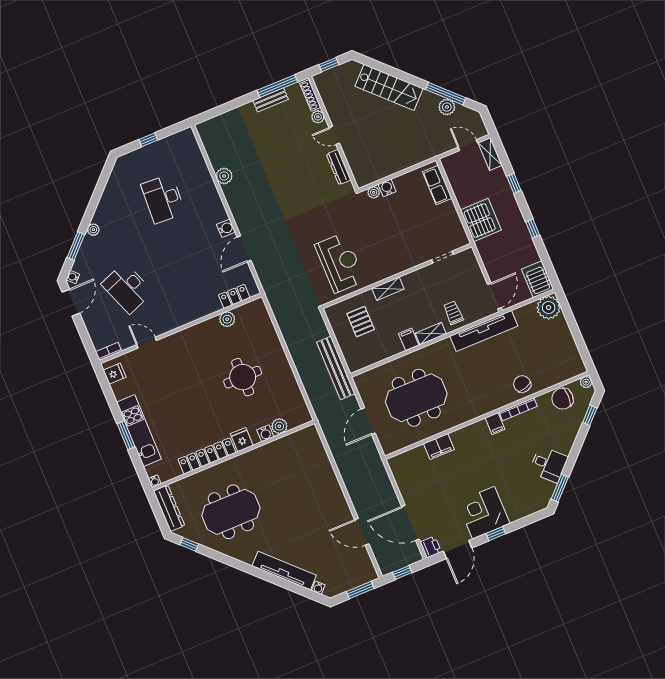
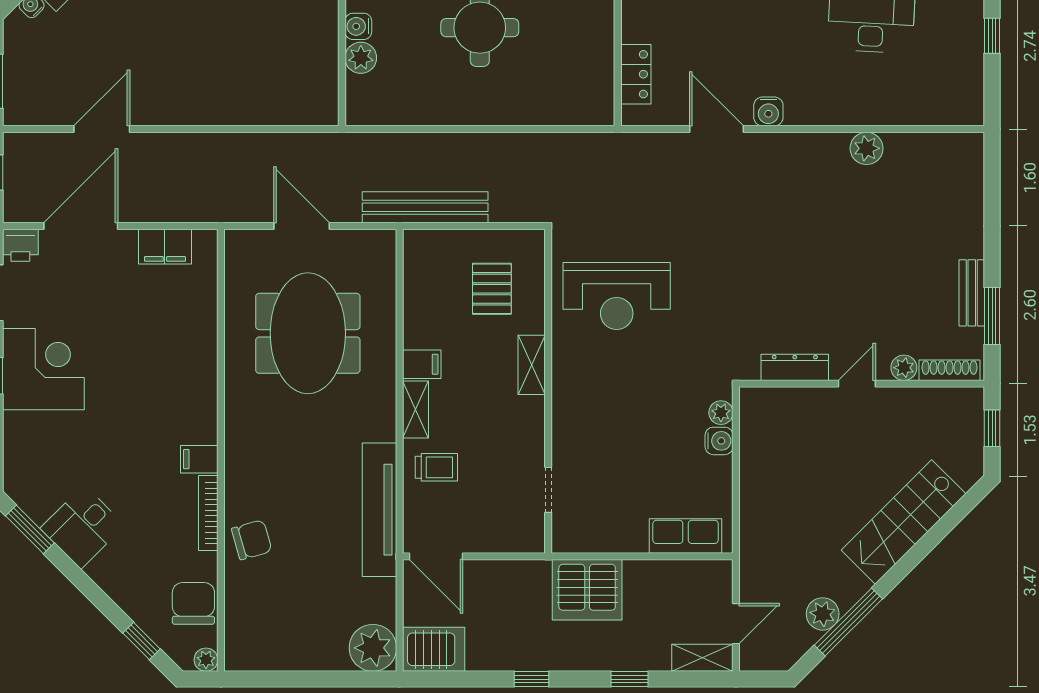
window: (277, 86) -> (992, 316), width x0.69
plant: (227, 319) -> (599, 44), removed
pallet: (361, 322) -> (492, 289), turned 90
filing cabinet: (439, 447) -> (165, 247), moved, turned -90

